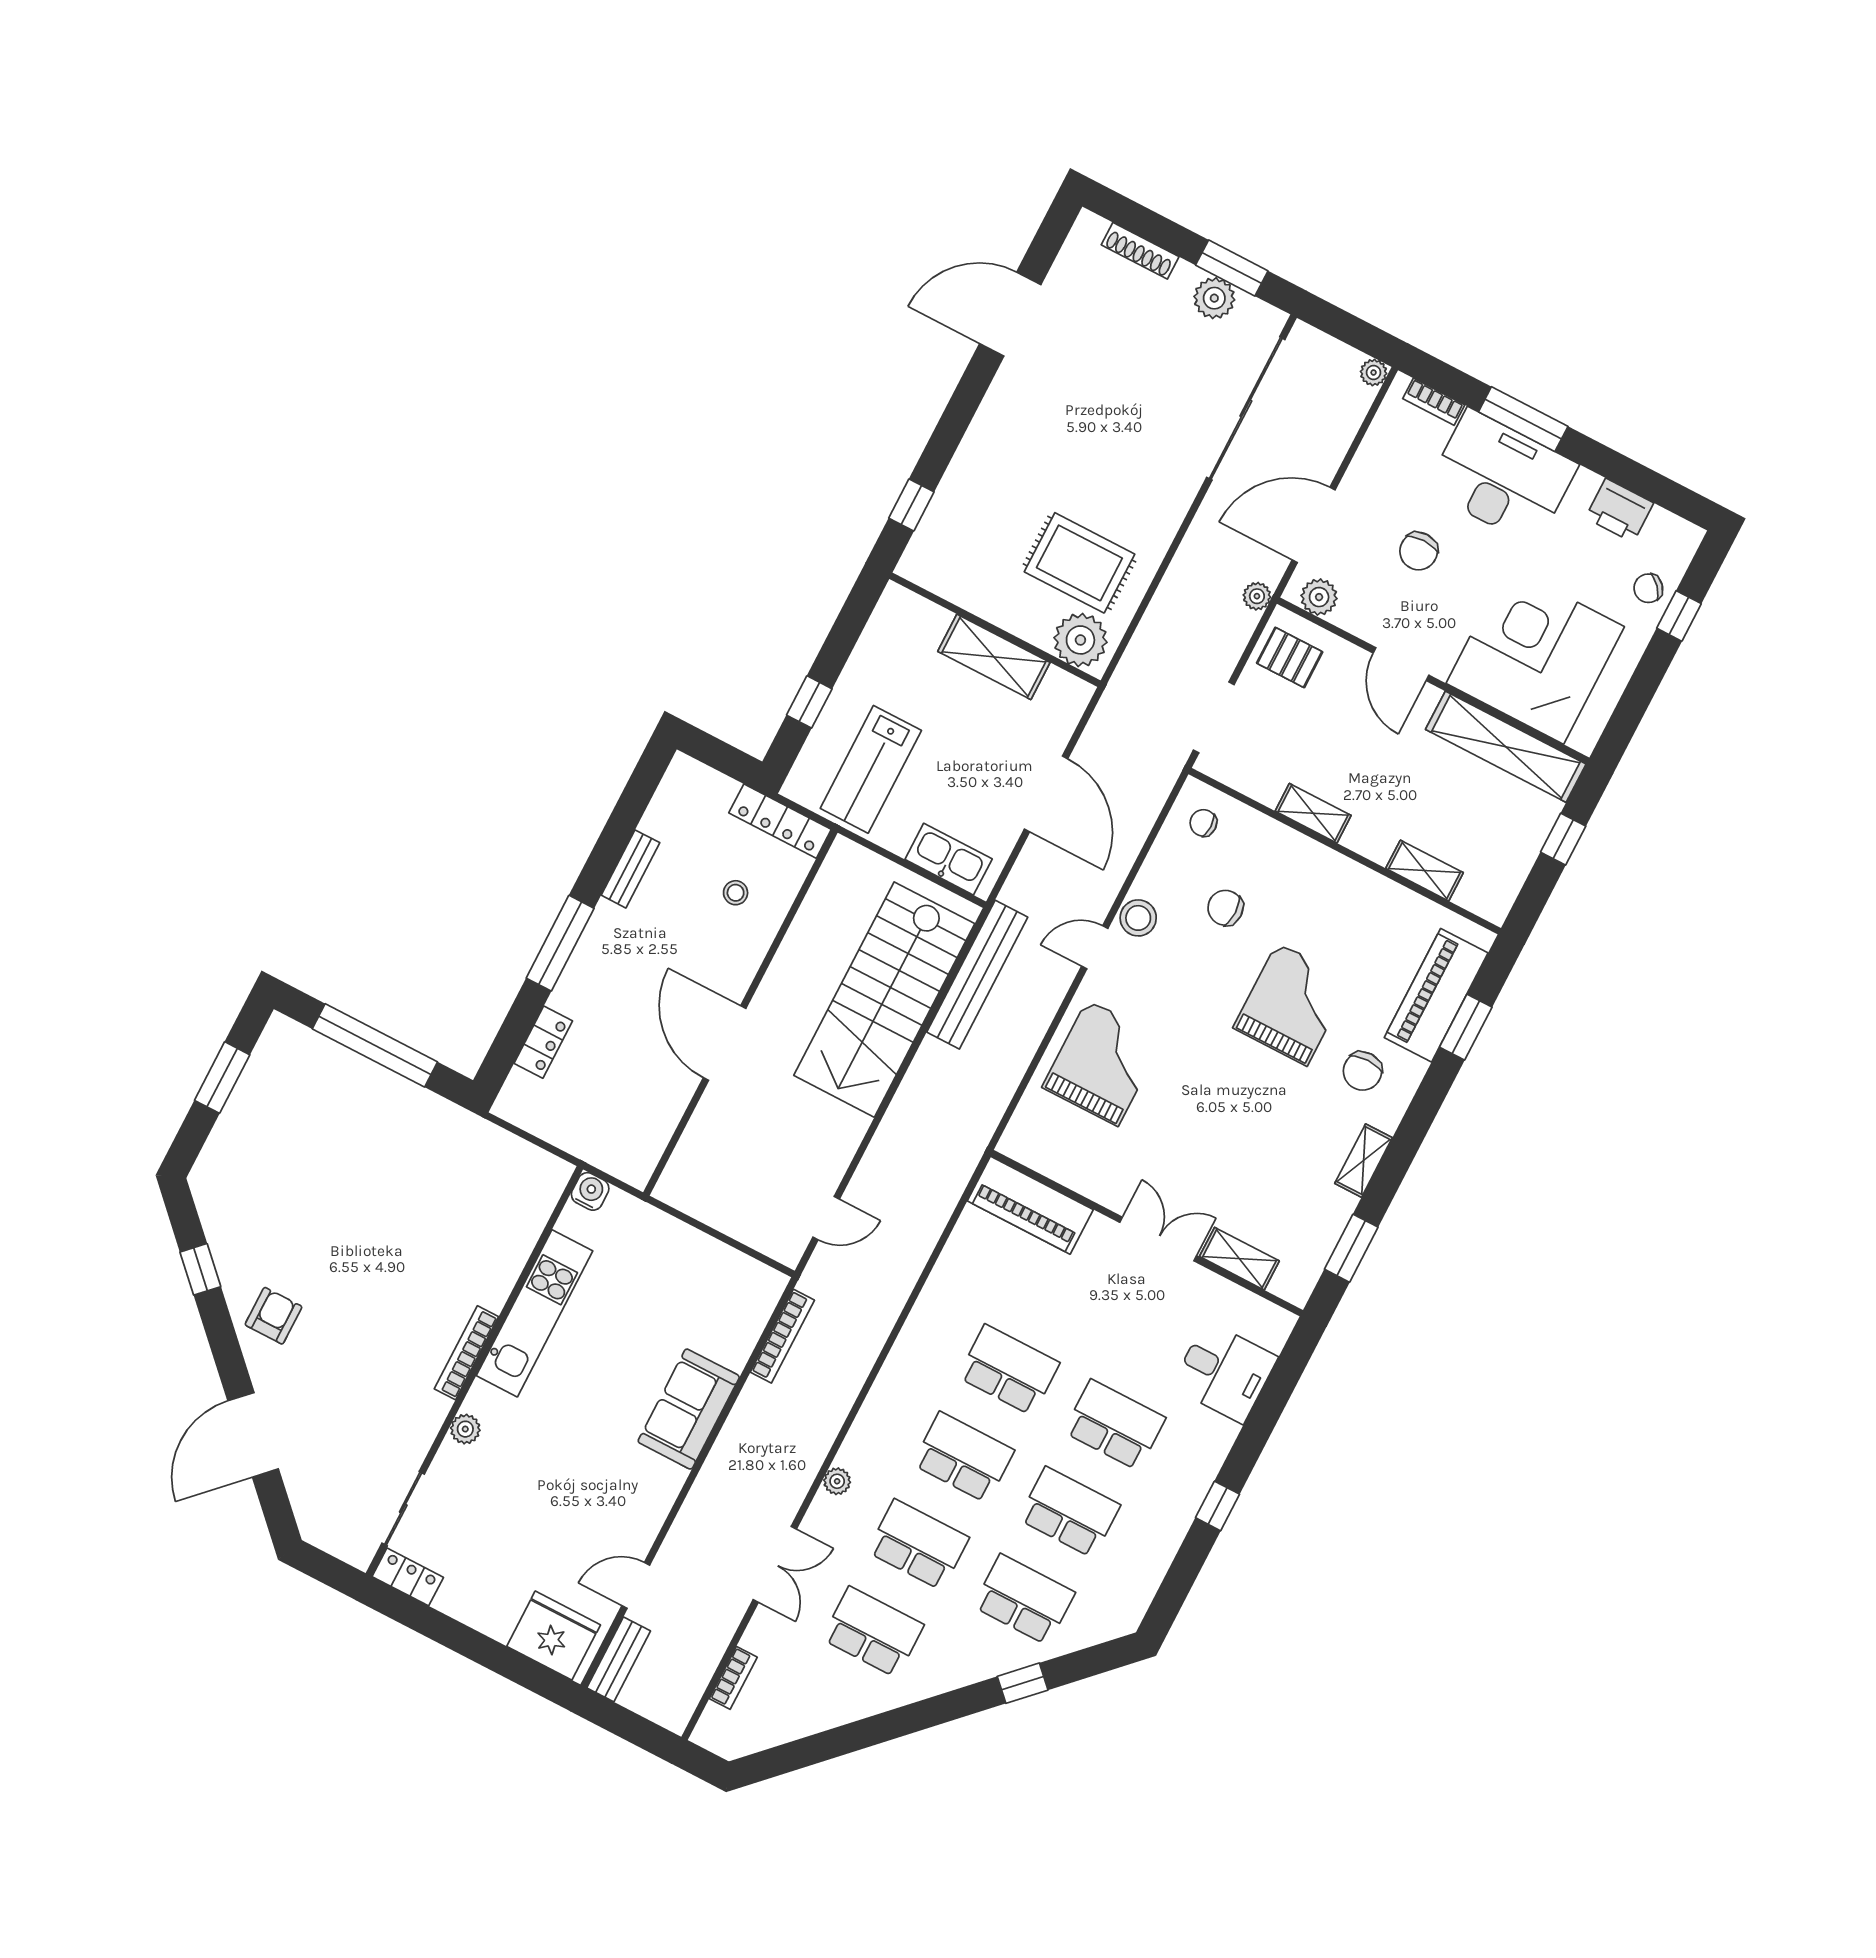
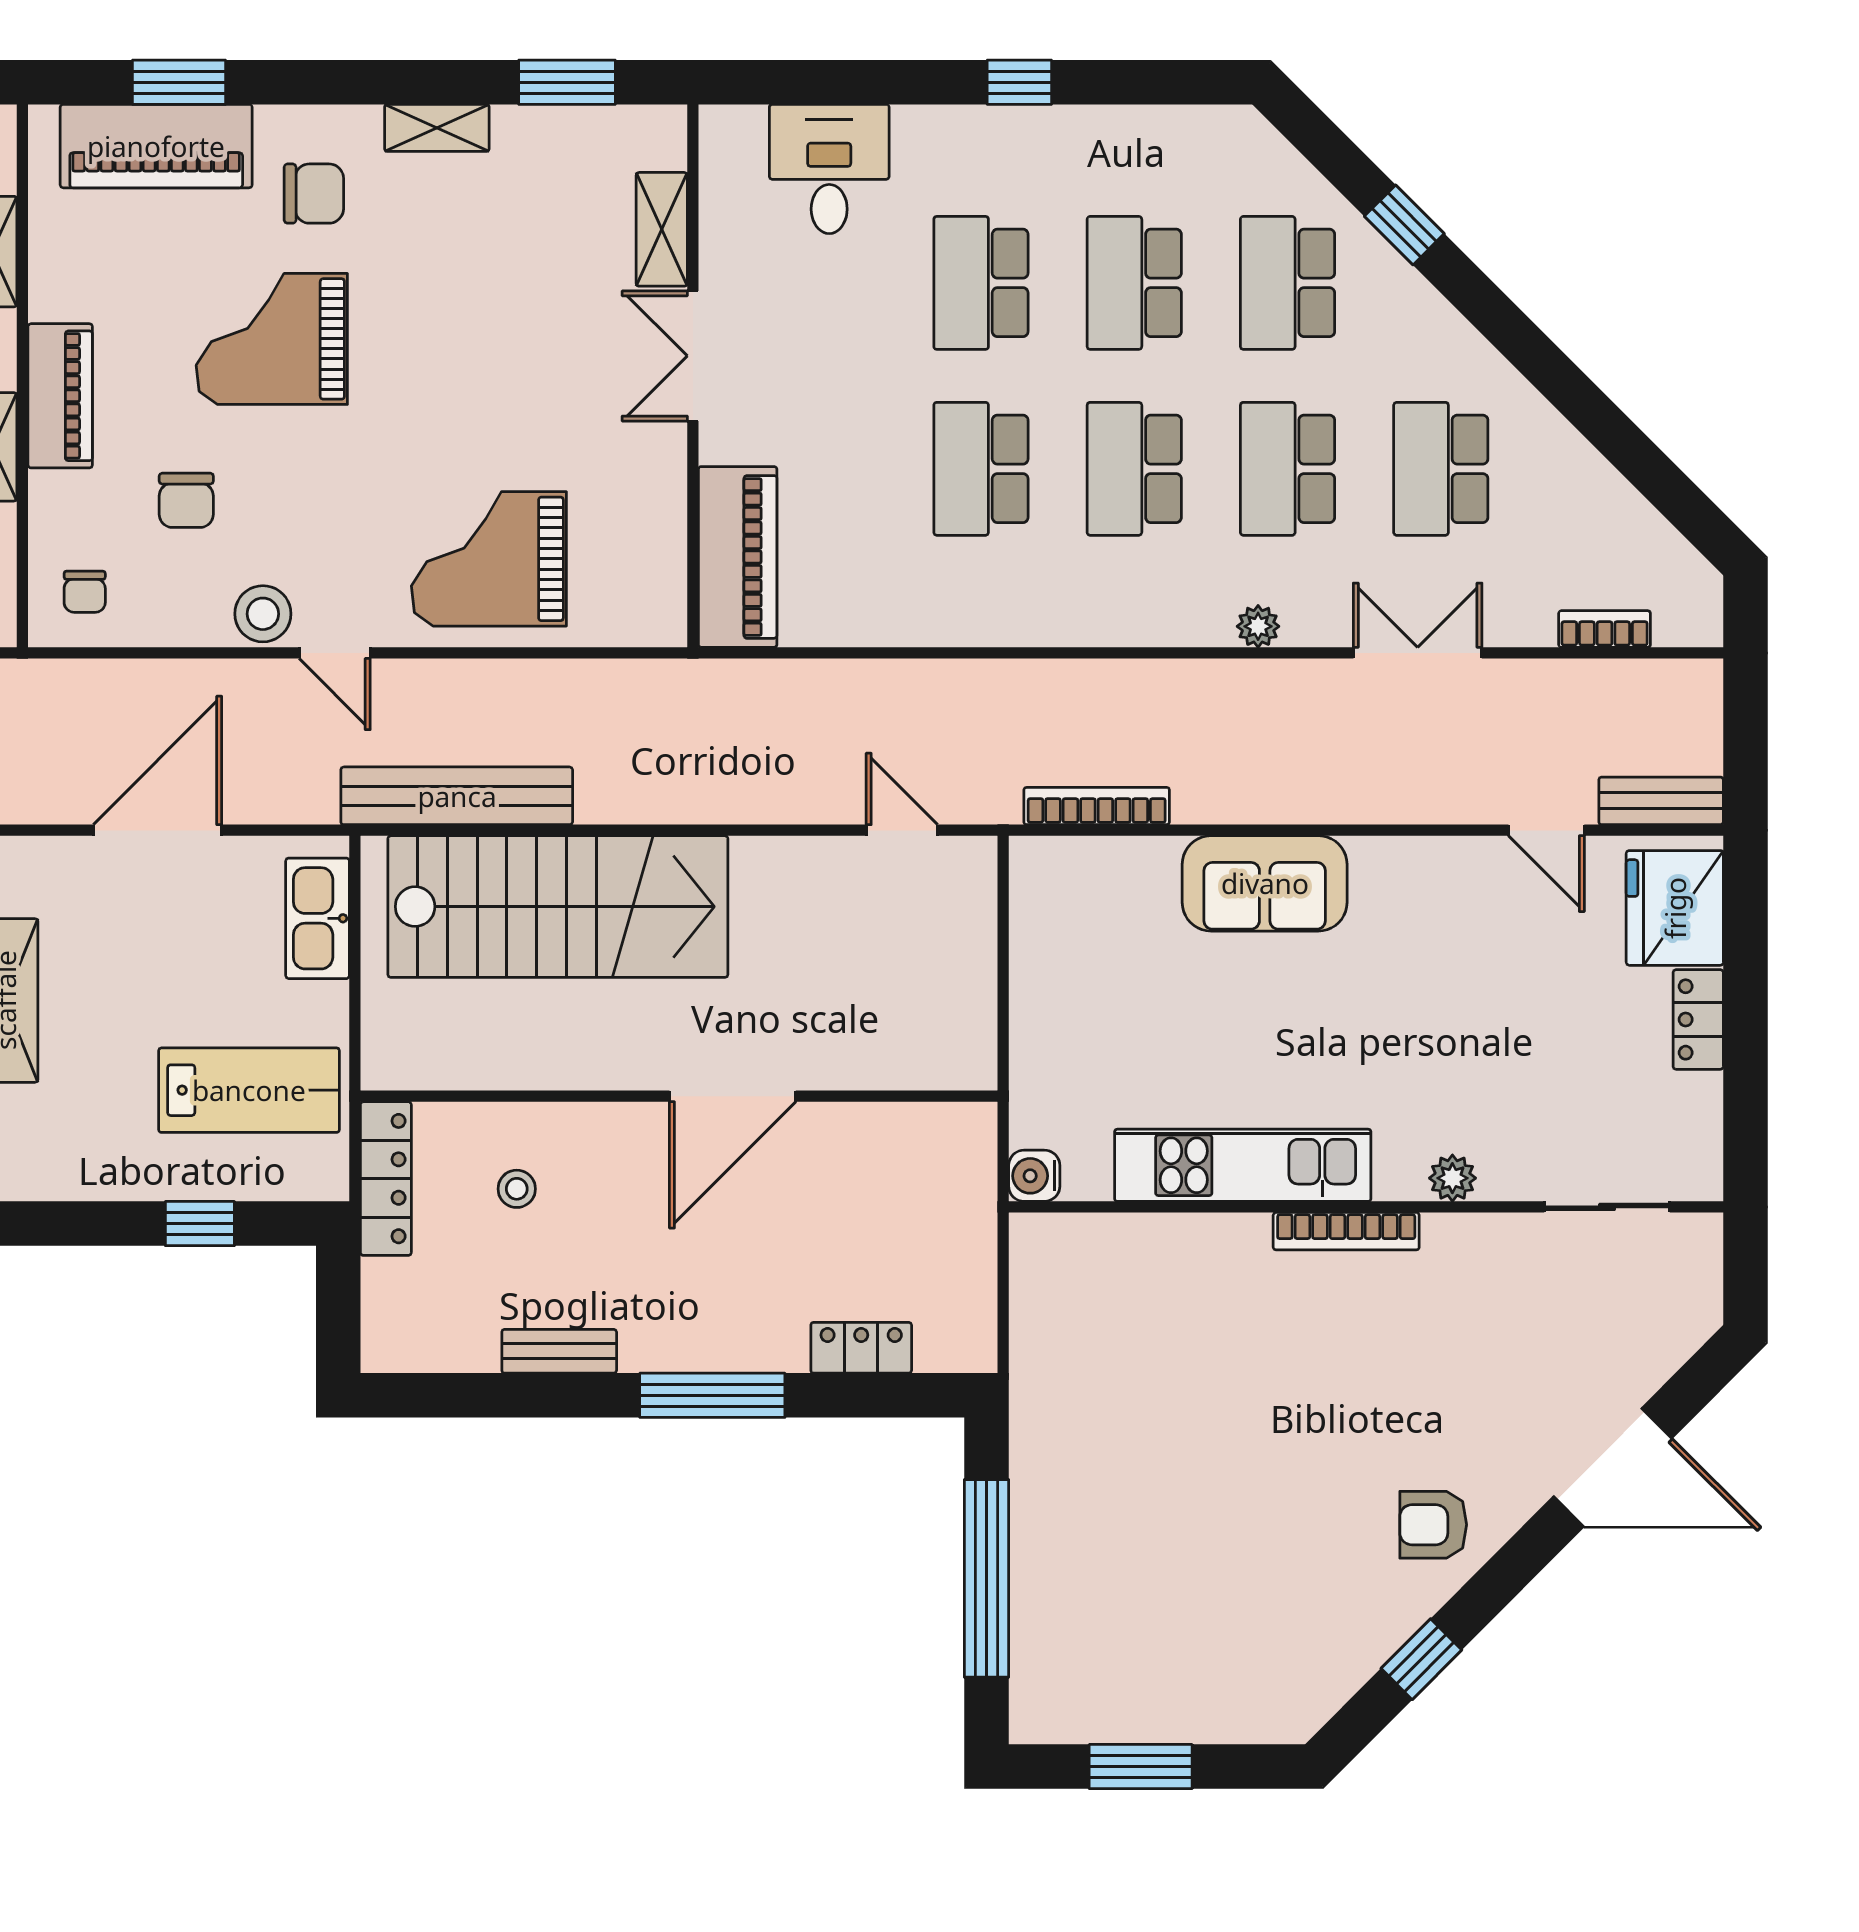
piano: (1322, 867) -> (60, 396), added
locker: (408, 1577) -> (1698, 1019), moved

